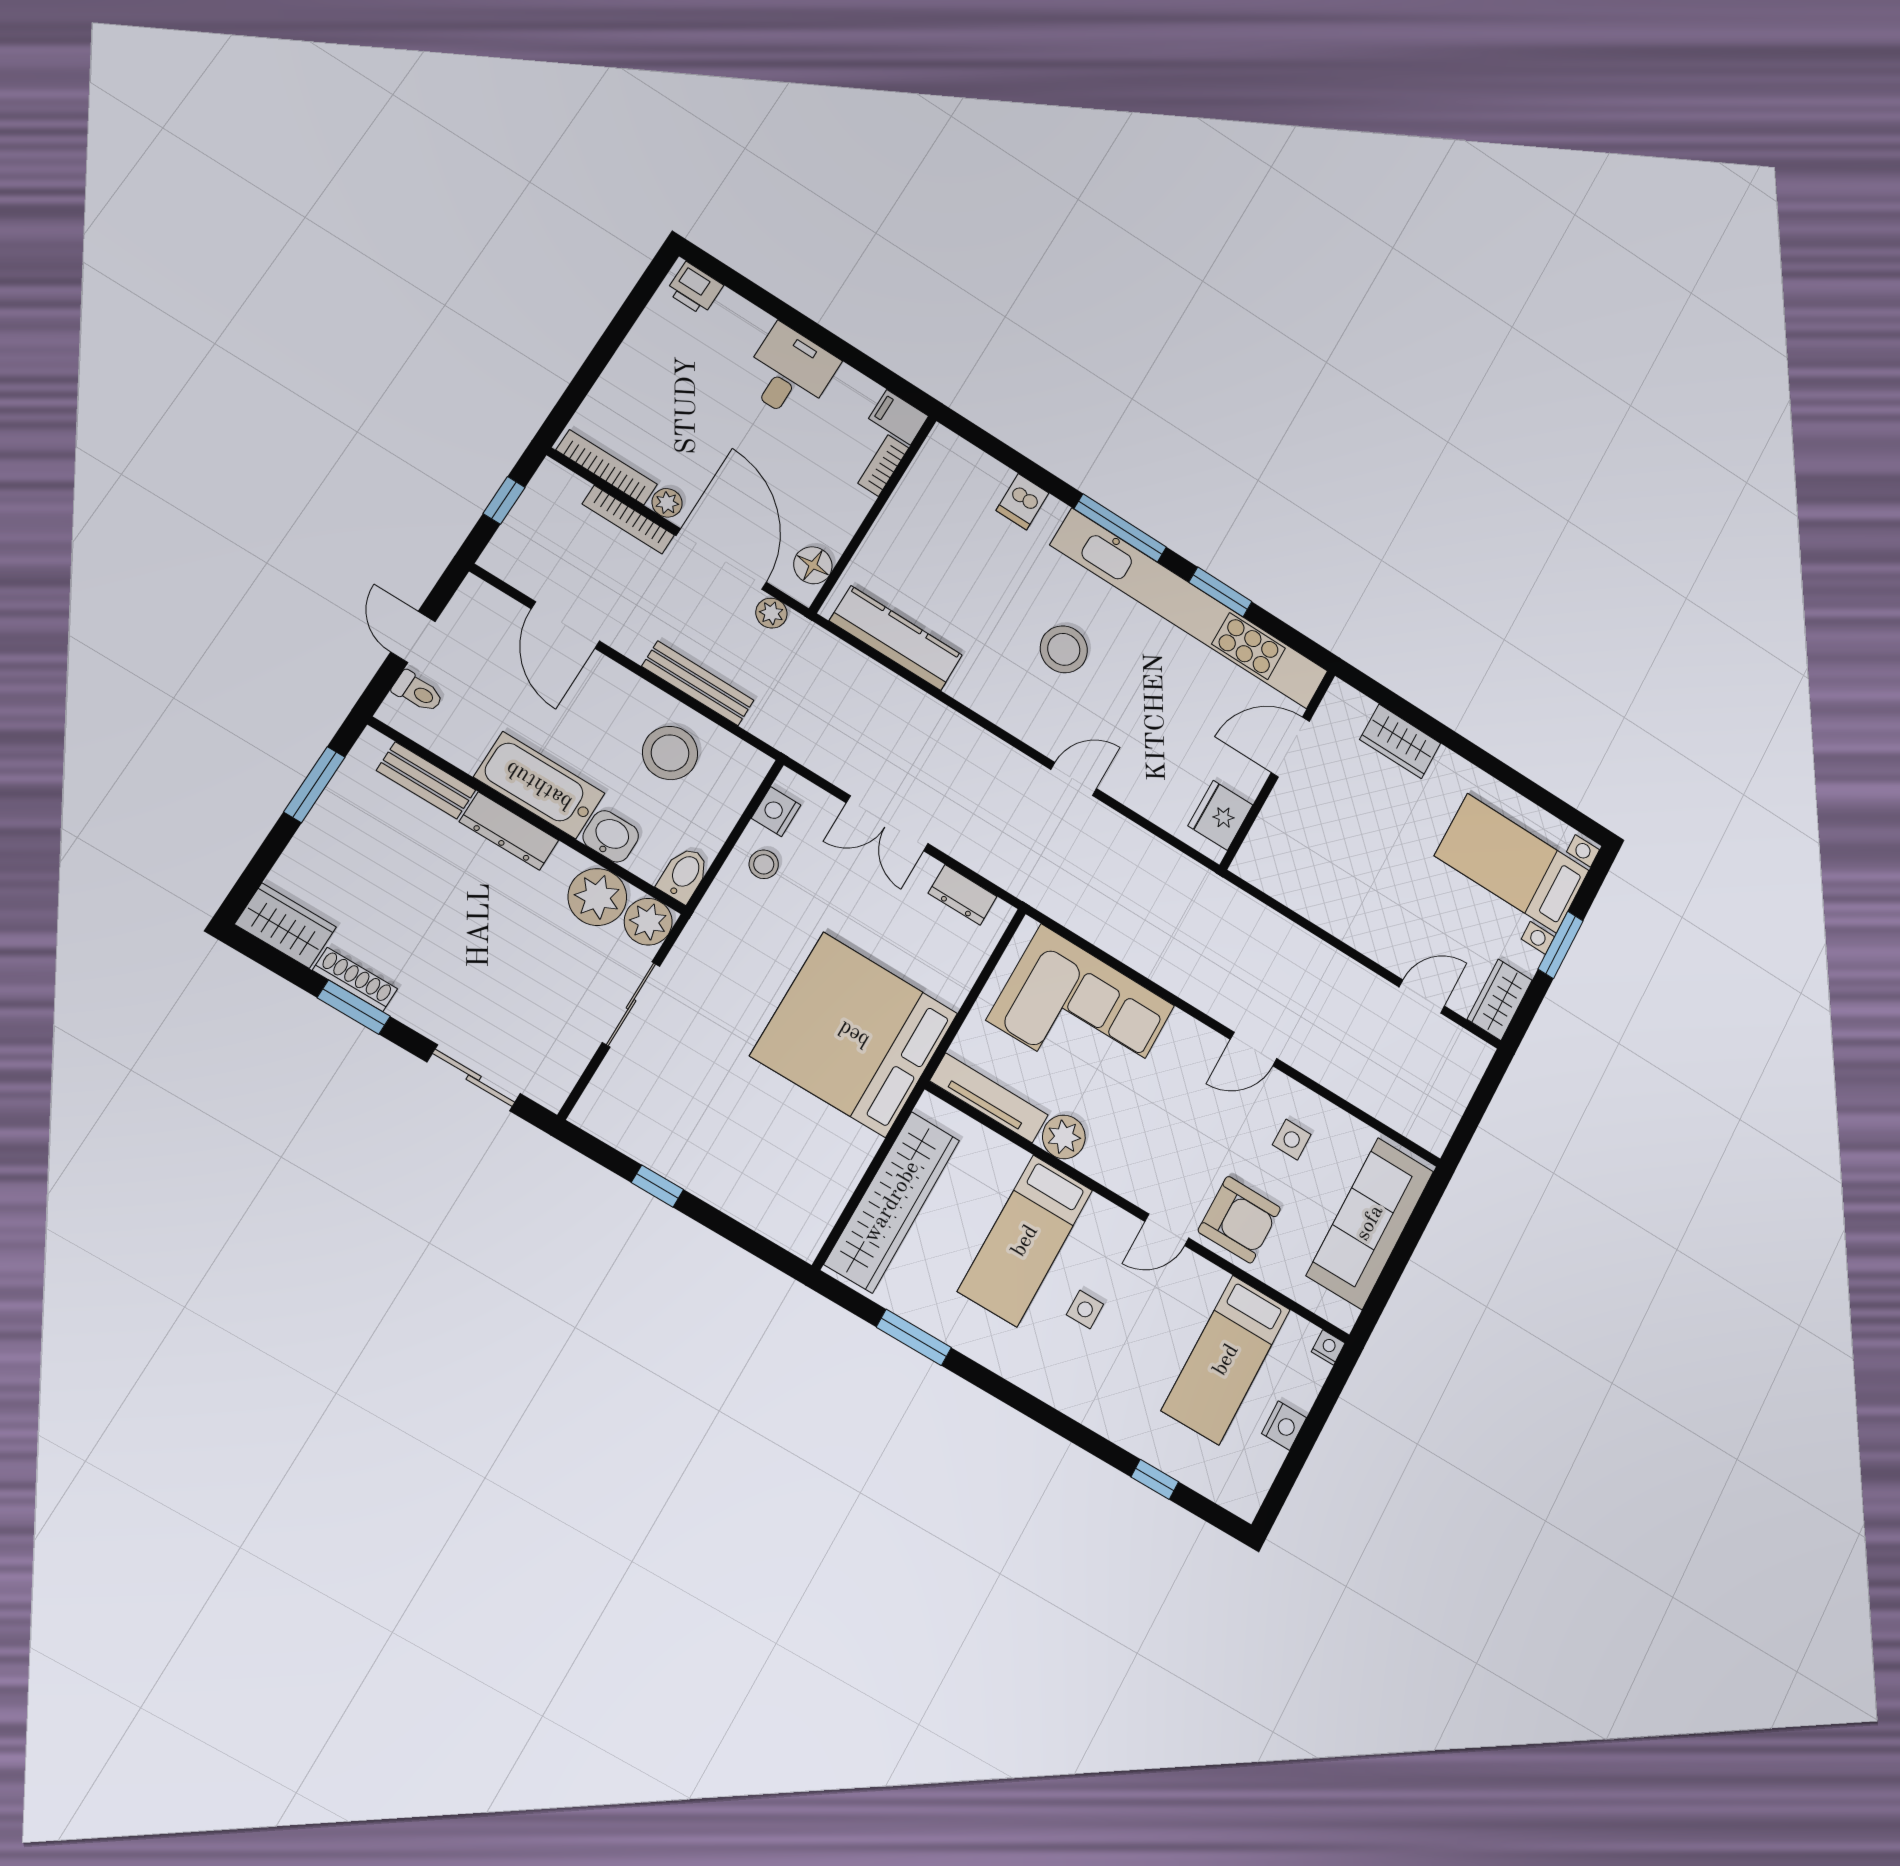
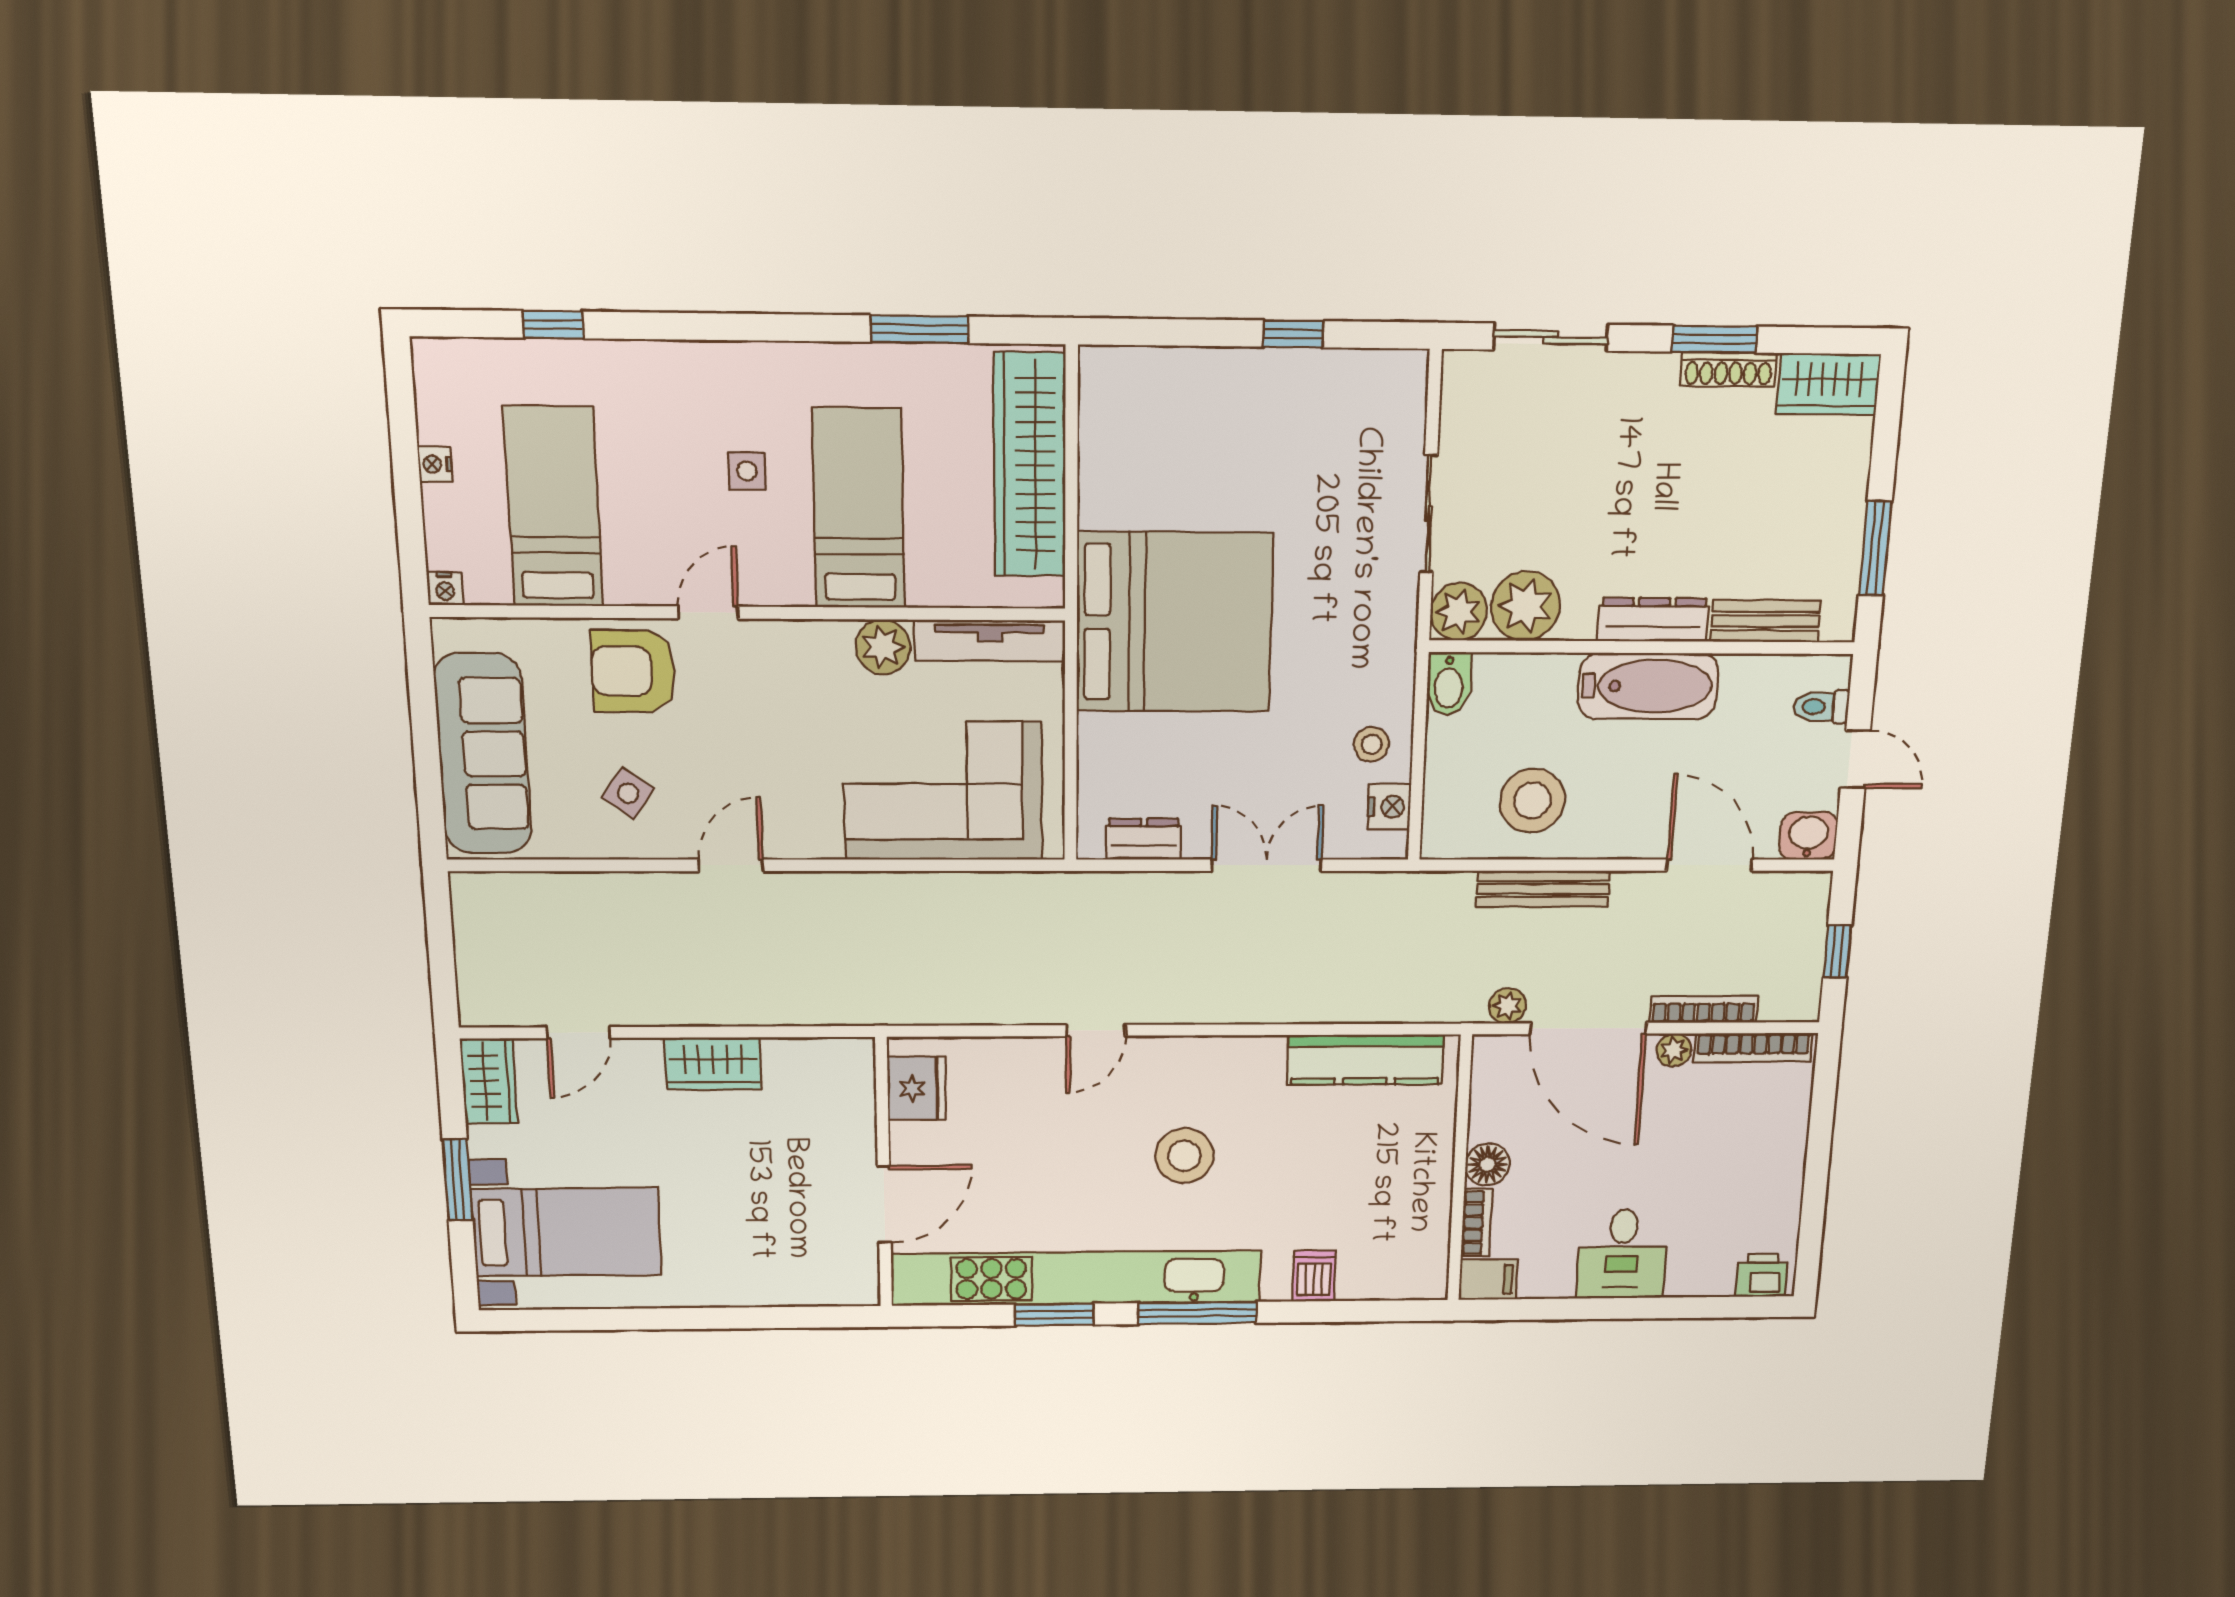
floor lamp: (813, 565) -> (1488, 1164), moved
wardrobe: (1400, 741) -> (713, 1064), moved, turned 180
washbasin: (611, 836) -> (1808, 836), moved, turned 180
side table: (1292, 1140) -> (628, 793), turned 35
nightstand: (1284, 1426) -> (435, 464), width x0.72, depth x0.74

